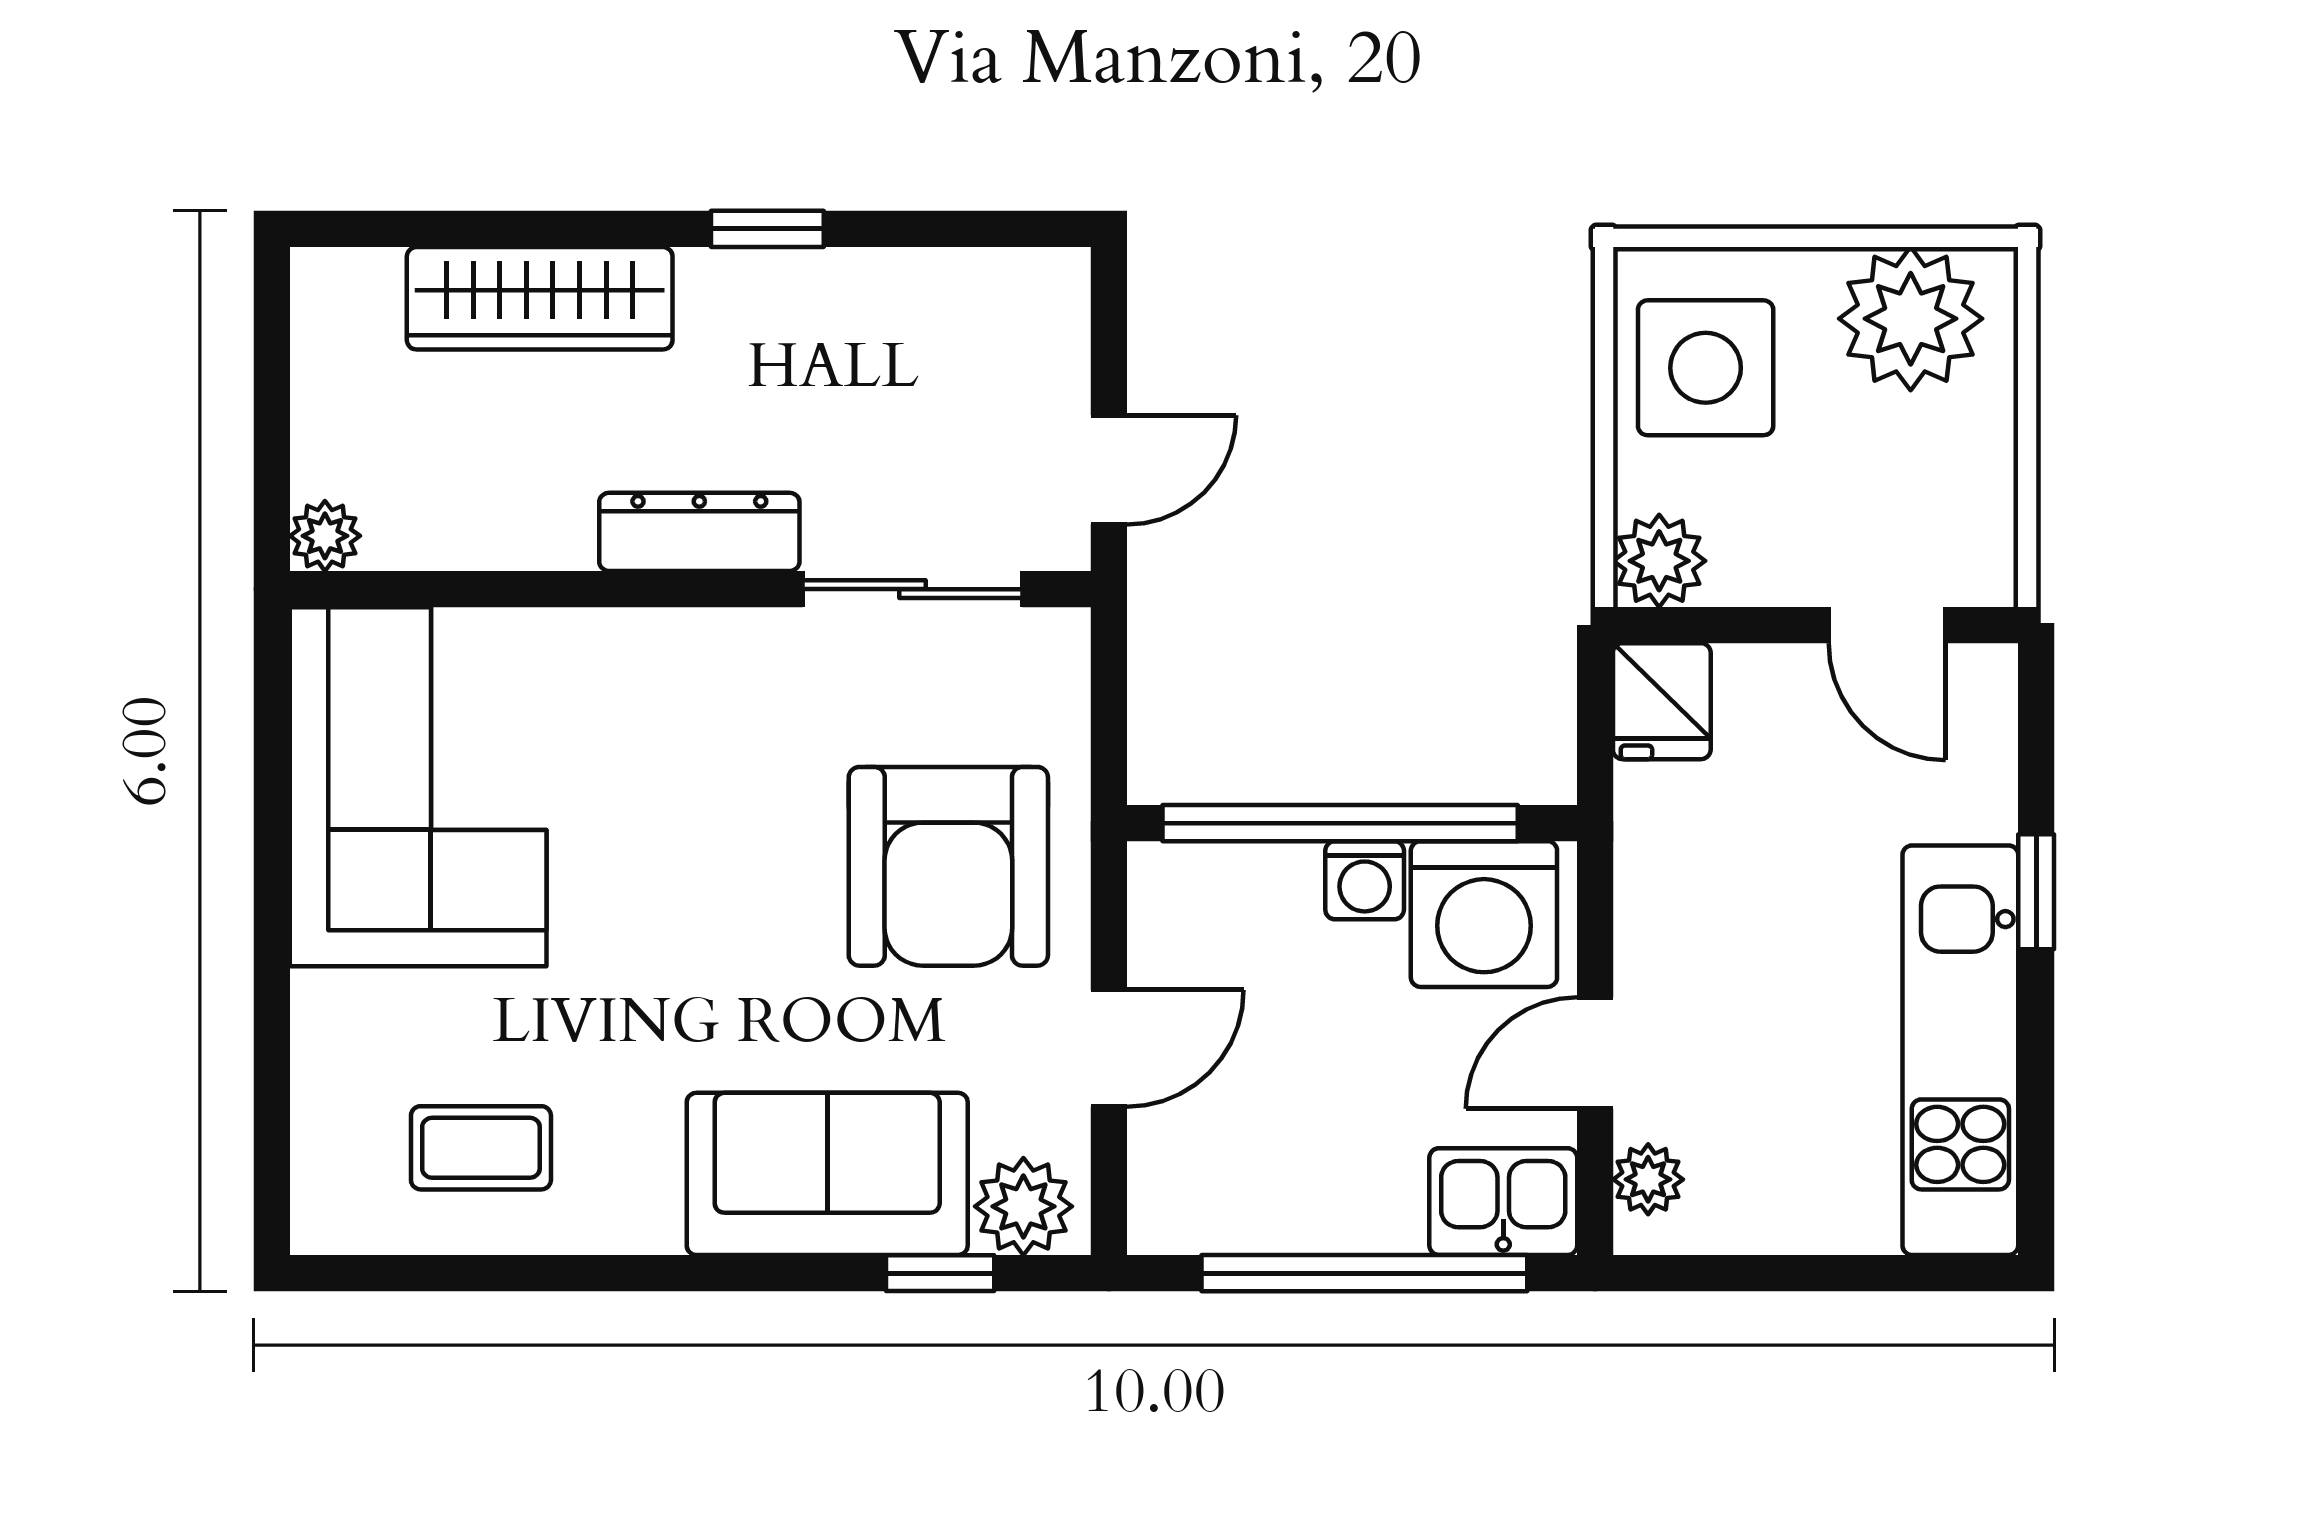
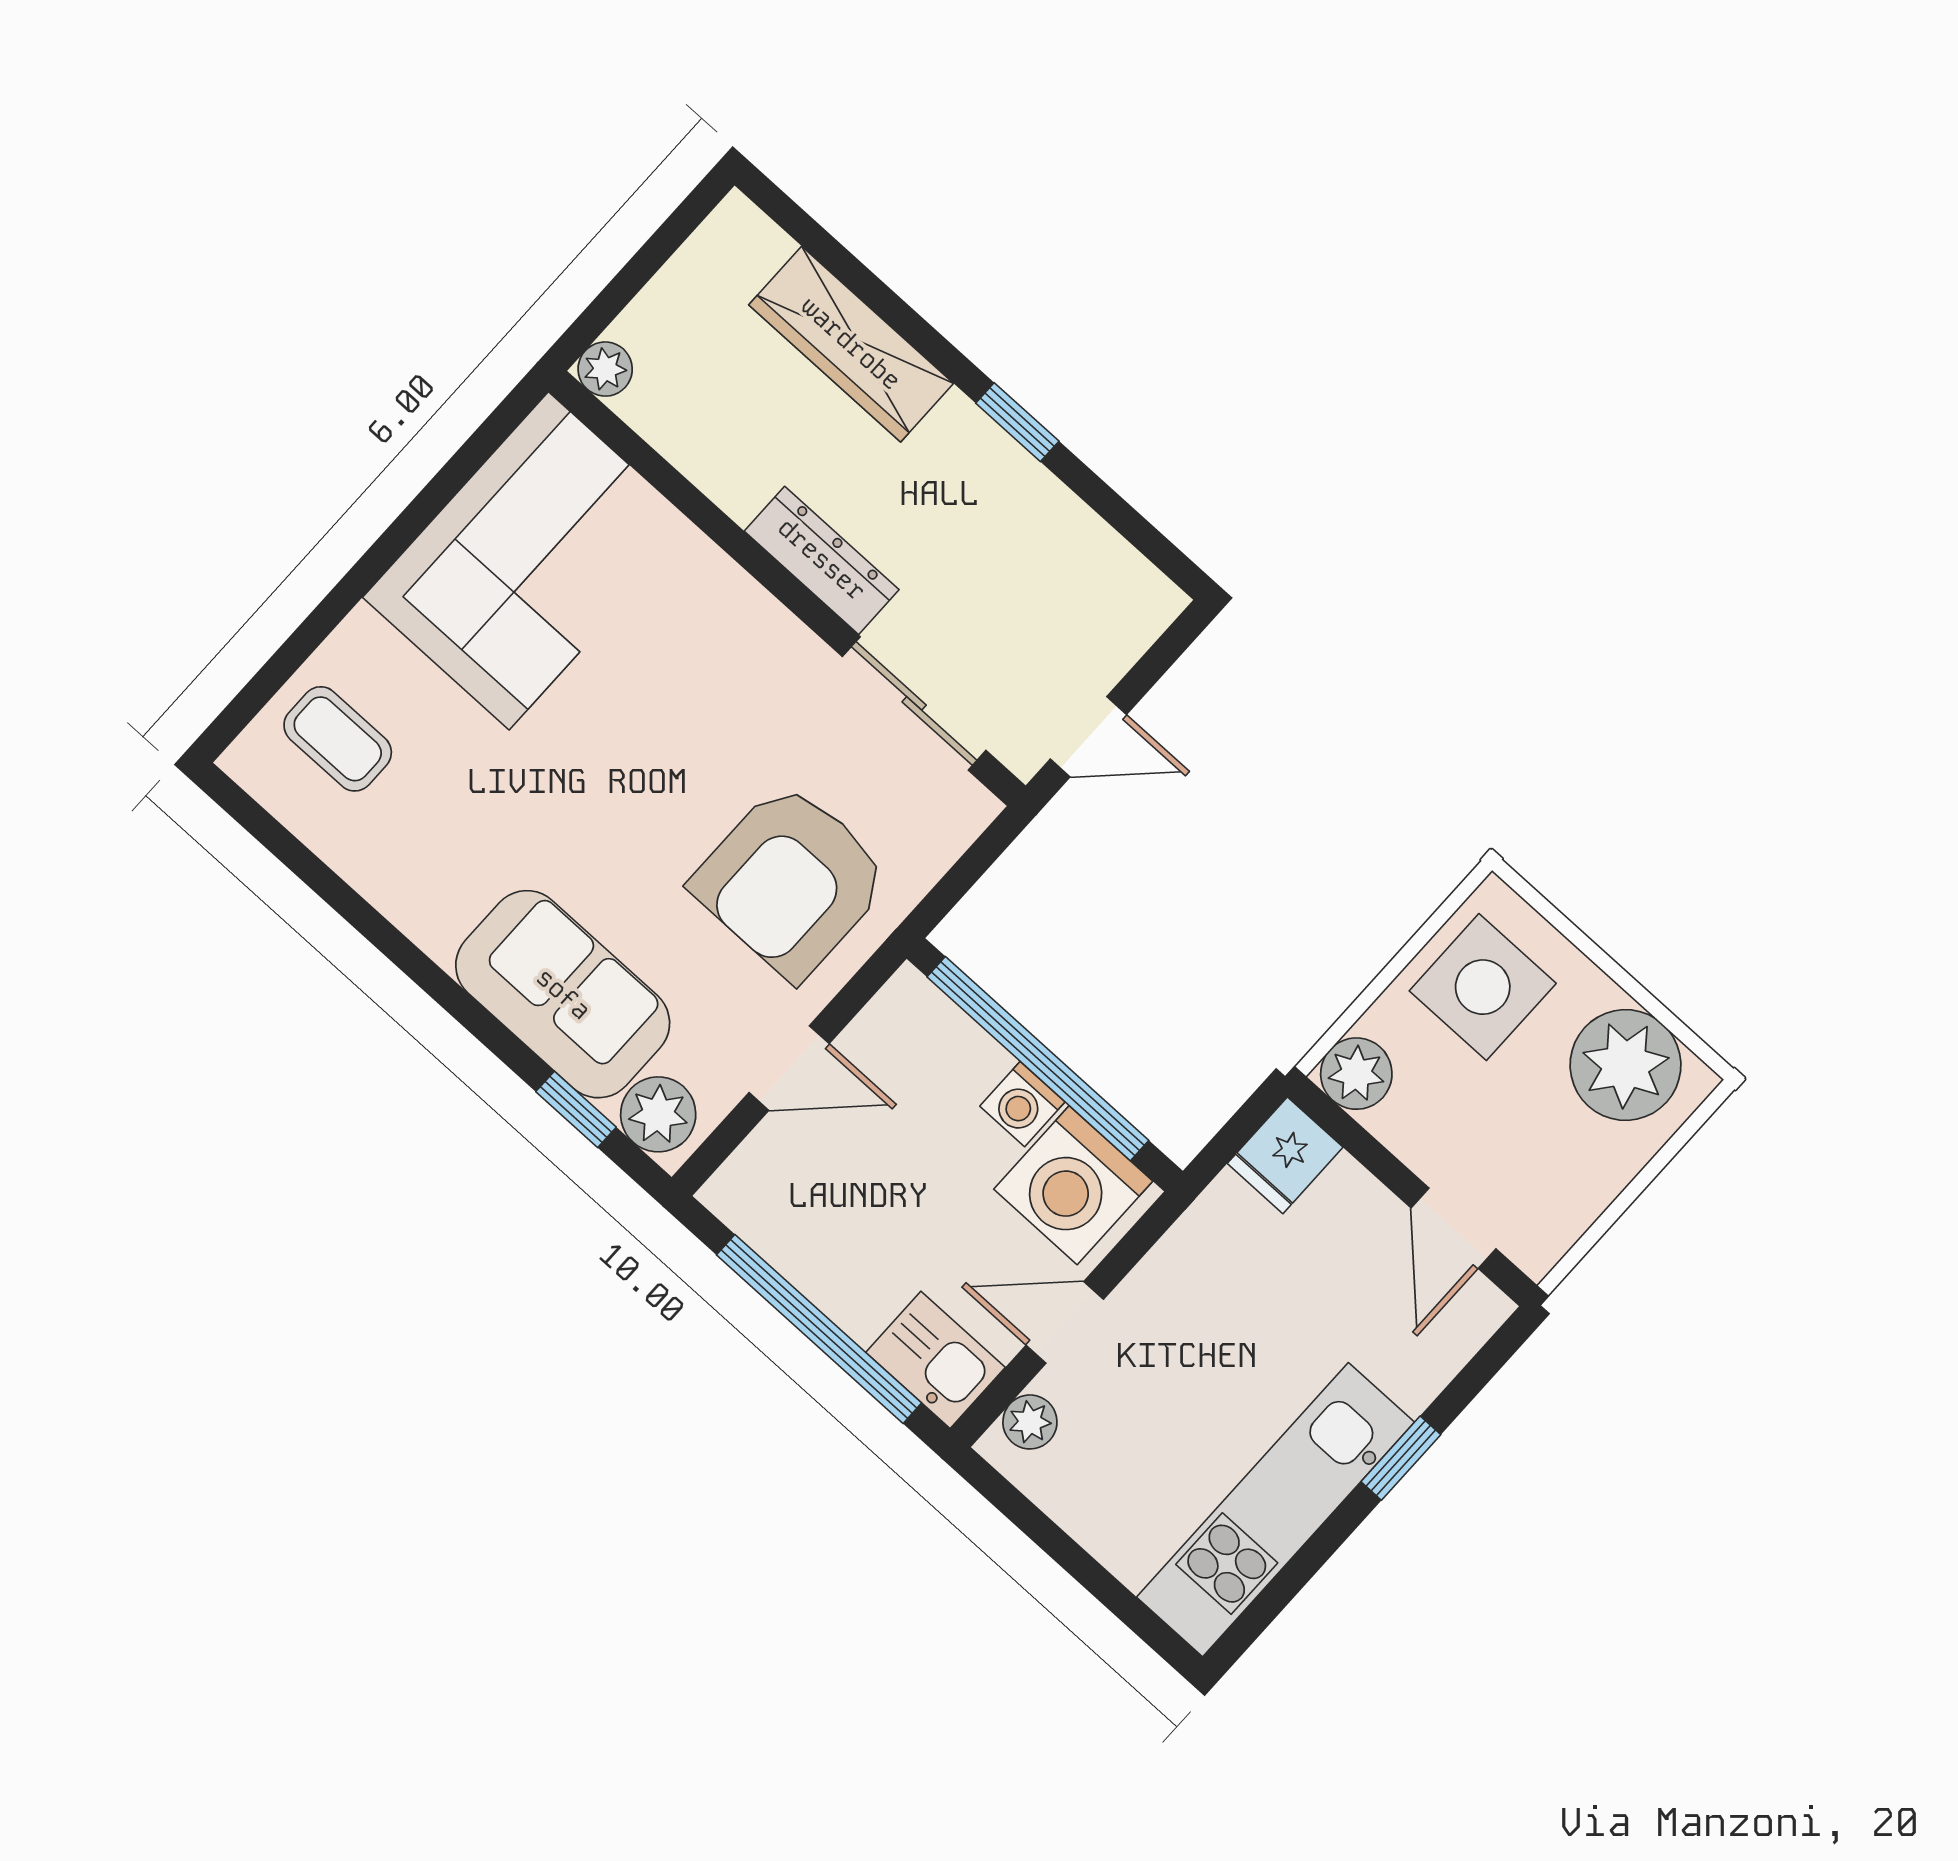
coffee table: (481, 1148) -> (338, 739), moved

